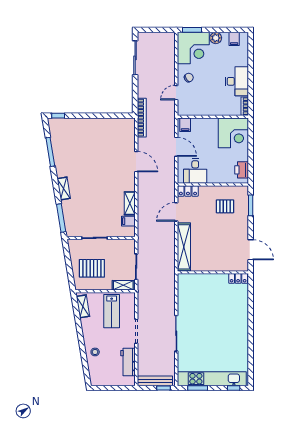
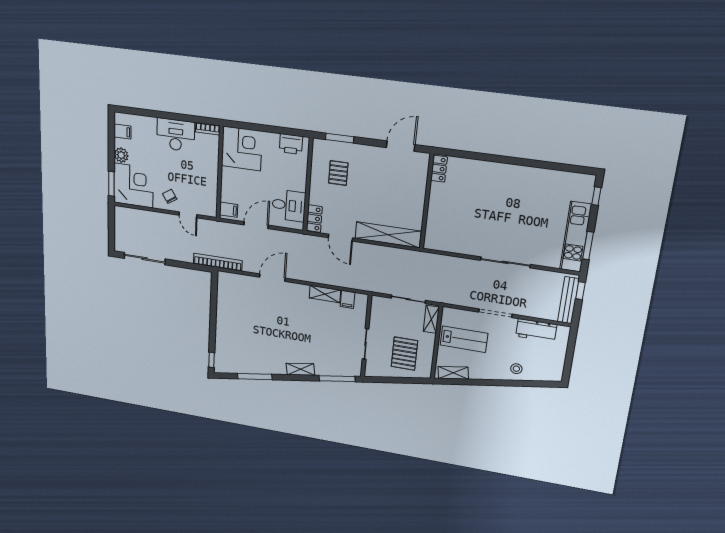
kitchen unit: (212, 379) -> (576, 237), width x0.73

